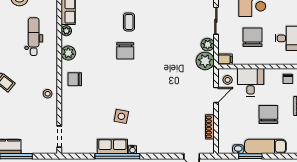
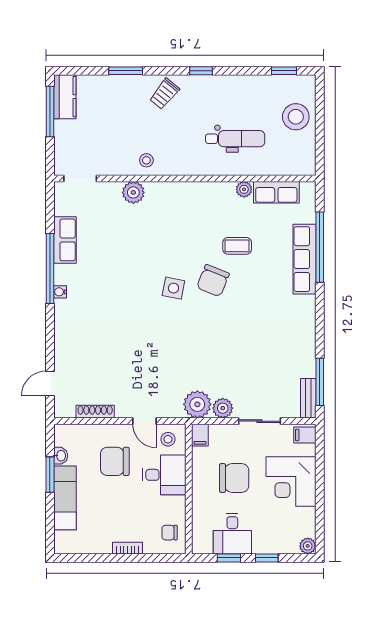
coffee table: (129, 22) -> (237, 246), moved
chair: (125, 51) -> (213, 281), turned -68
plant: (68, 53) -> (133, 192), moved
chair: (75, 79) -> (169, 202), removed
chair: (268, 114) -> (115, 461), moved, turned 180
side table: (121, 116) -> (173, 288), moved
row of seats: (112, 146) -> (65, 240), moved

